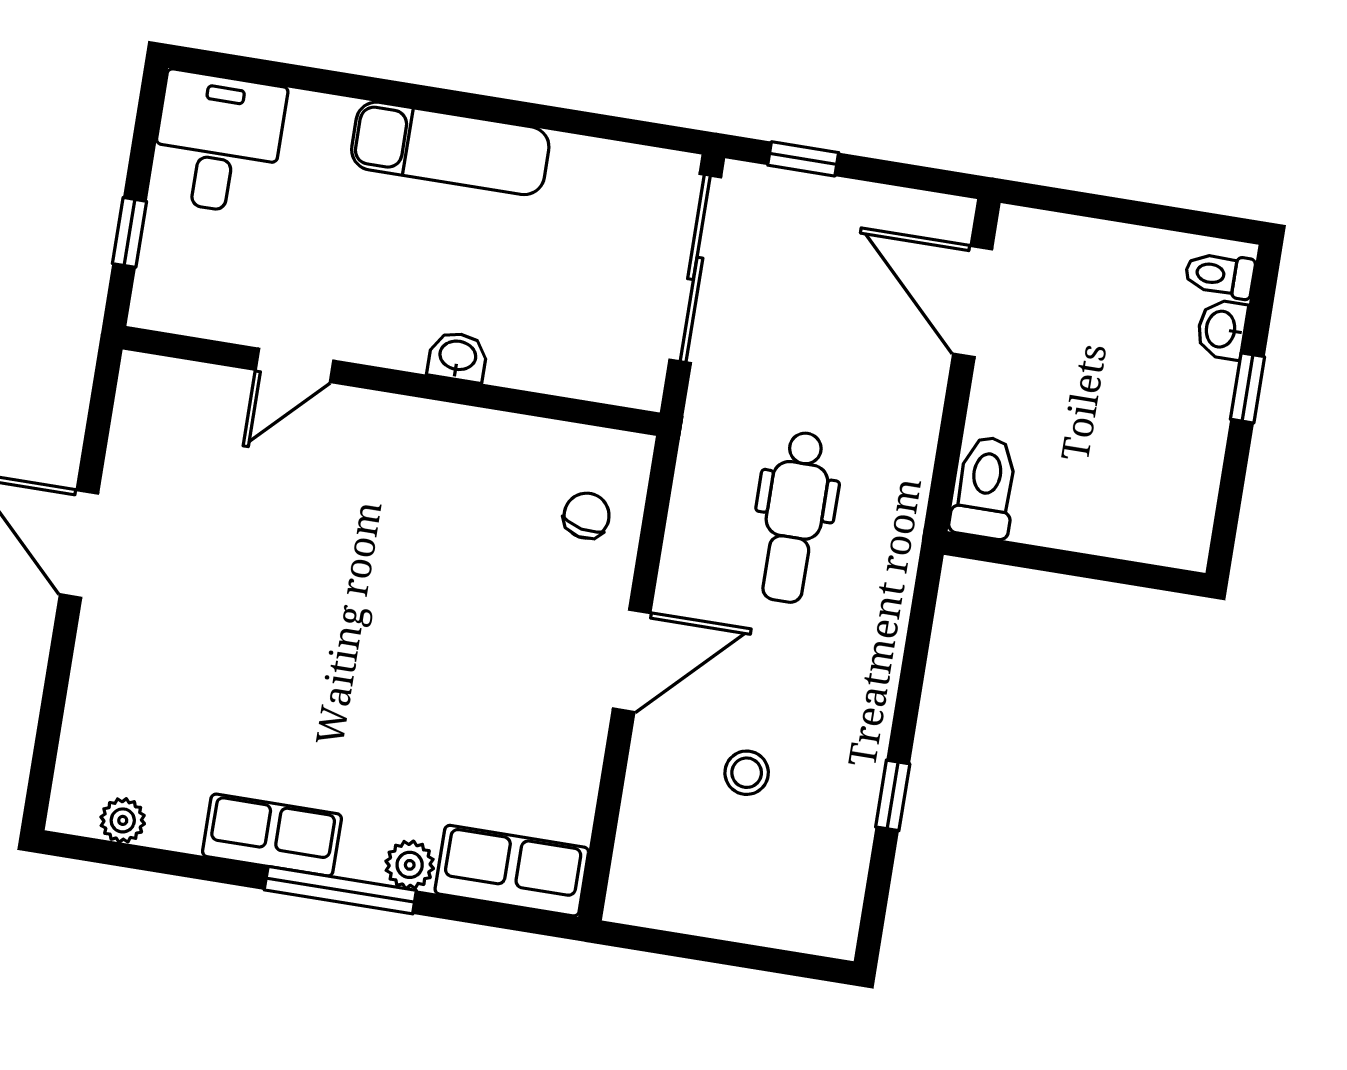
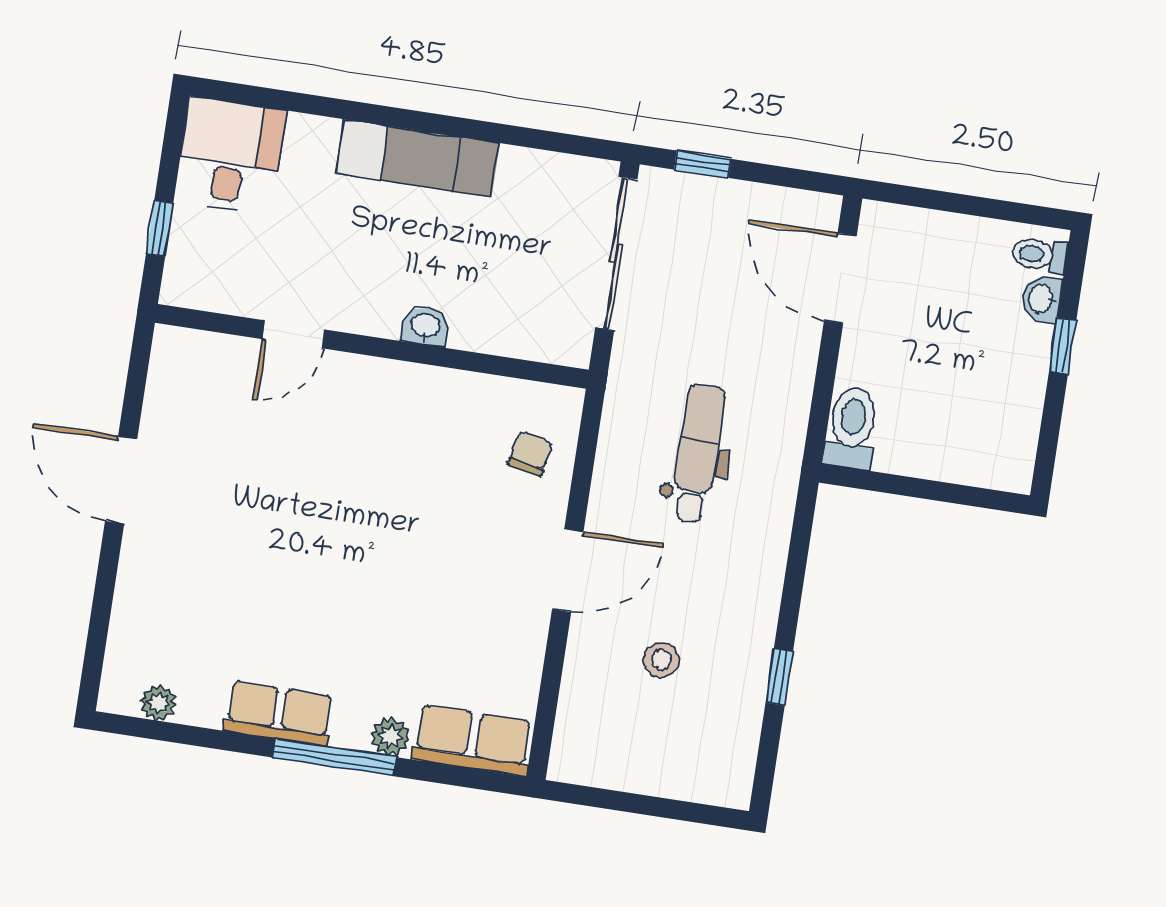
dental chair: (794, 517) -> (698, 453), turned 180

